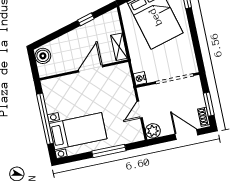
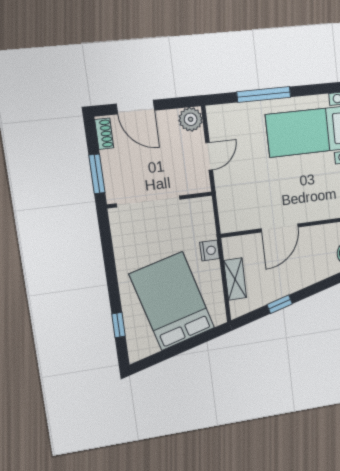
shelving: (119, 47) -> (235, 279), moved
nightstand: (140, 78) -> (210, 251), moved
window: (209, 104) -> (97, 174), moved

